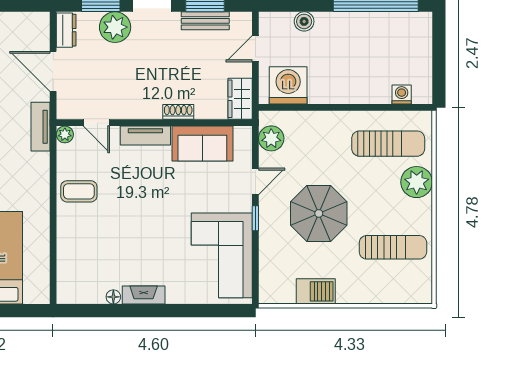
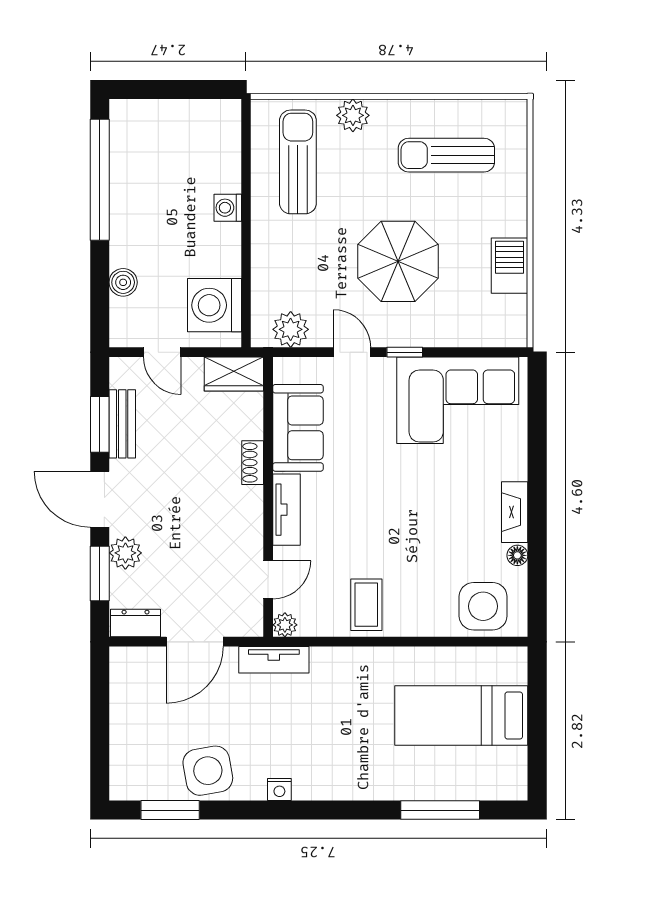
plant: (115, 27) -> (125, 553), width x0.73, depth x0.73
washing machine: (402, 94) -> (228, 208), moved
plant: (417, 182) -> (353, 115), width x0.73, depth x0.73
sun lounger: (393, 247) -> (446, 155), turned -90
side table: (78, 273) -> (483, 606), added

